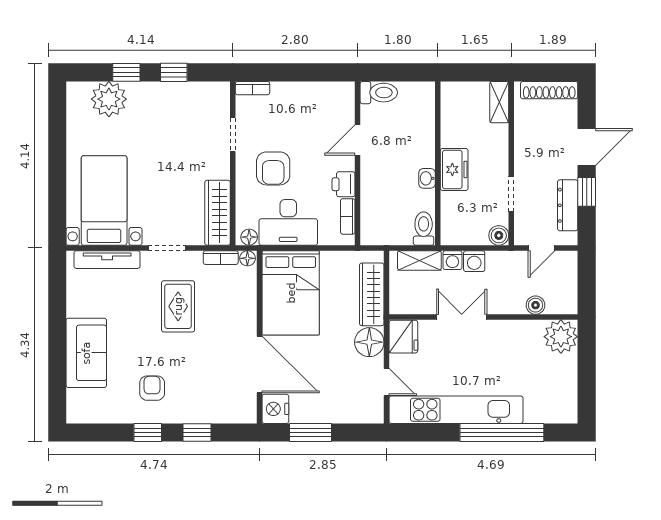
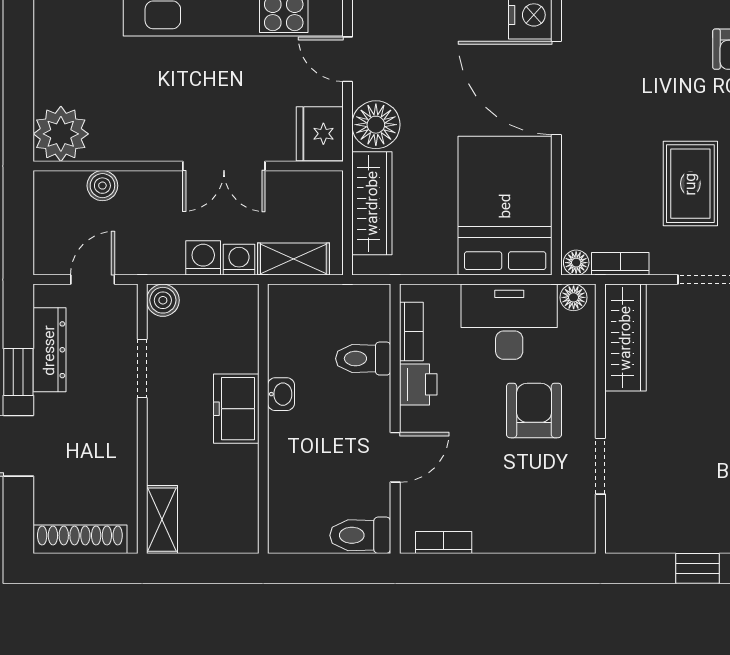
bookcase: (252, 88) -> (444, 543), moved
toilet: (424, 229) -> (363, 359), moved, turned 90

